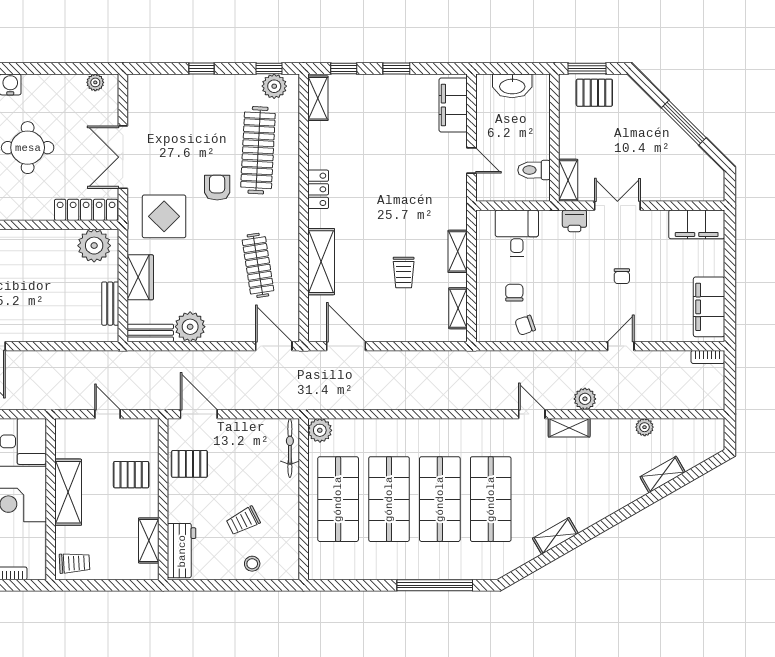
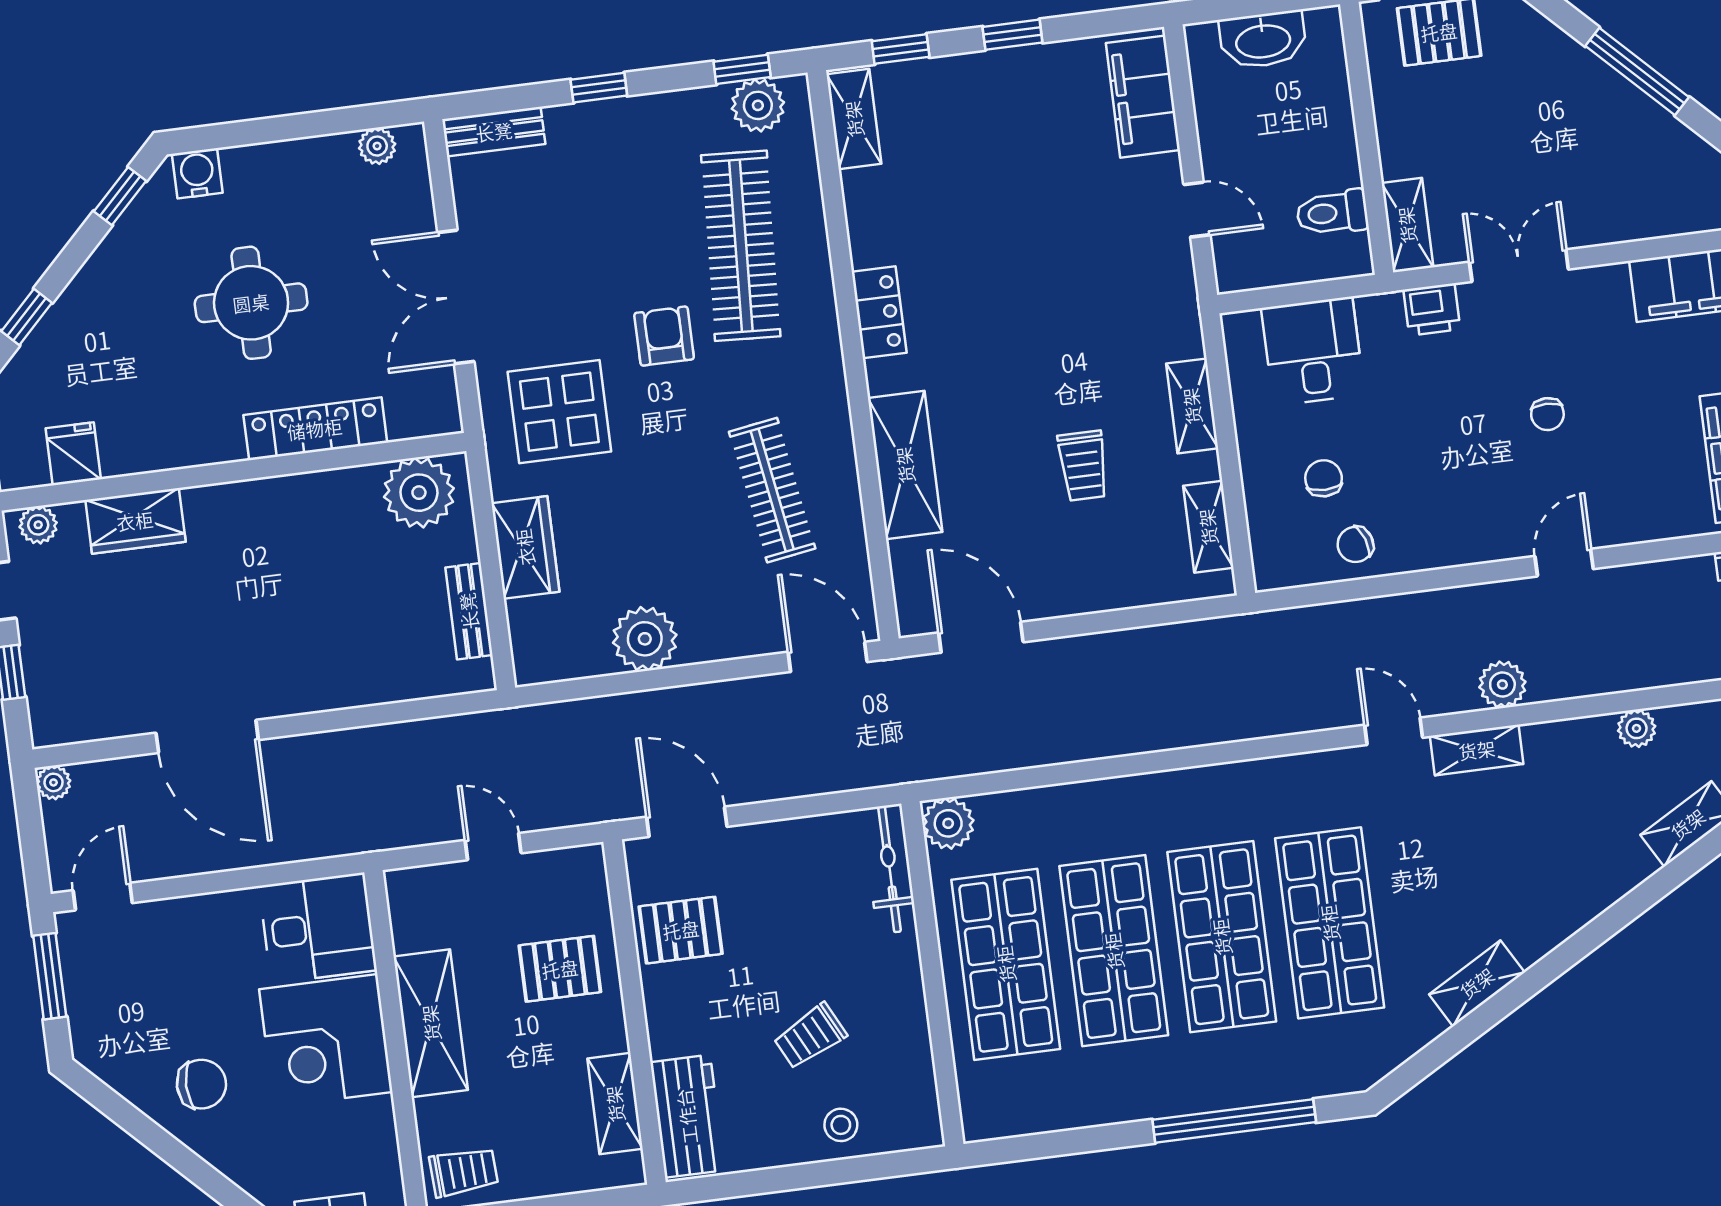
locker: (86, 210) -> (315, 429), moved
bench: (150, 333) -> (494, 132), moved

